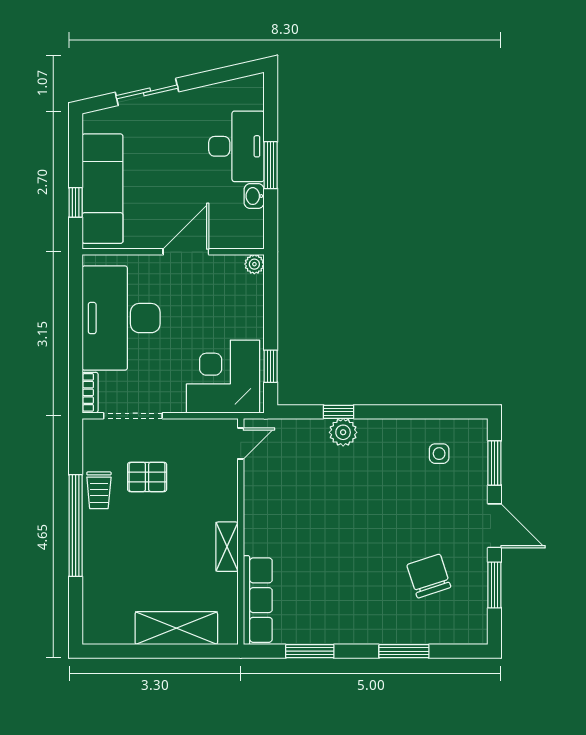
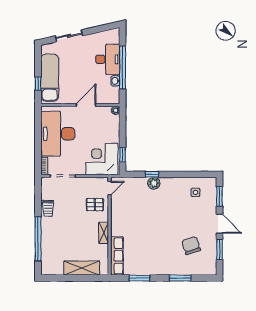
window: (271, 165) -> (123, 67), width x2.11
pallet: (147, 477) -> (95, 205), moved
window: (76, 526) -> (38, 239), moved

